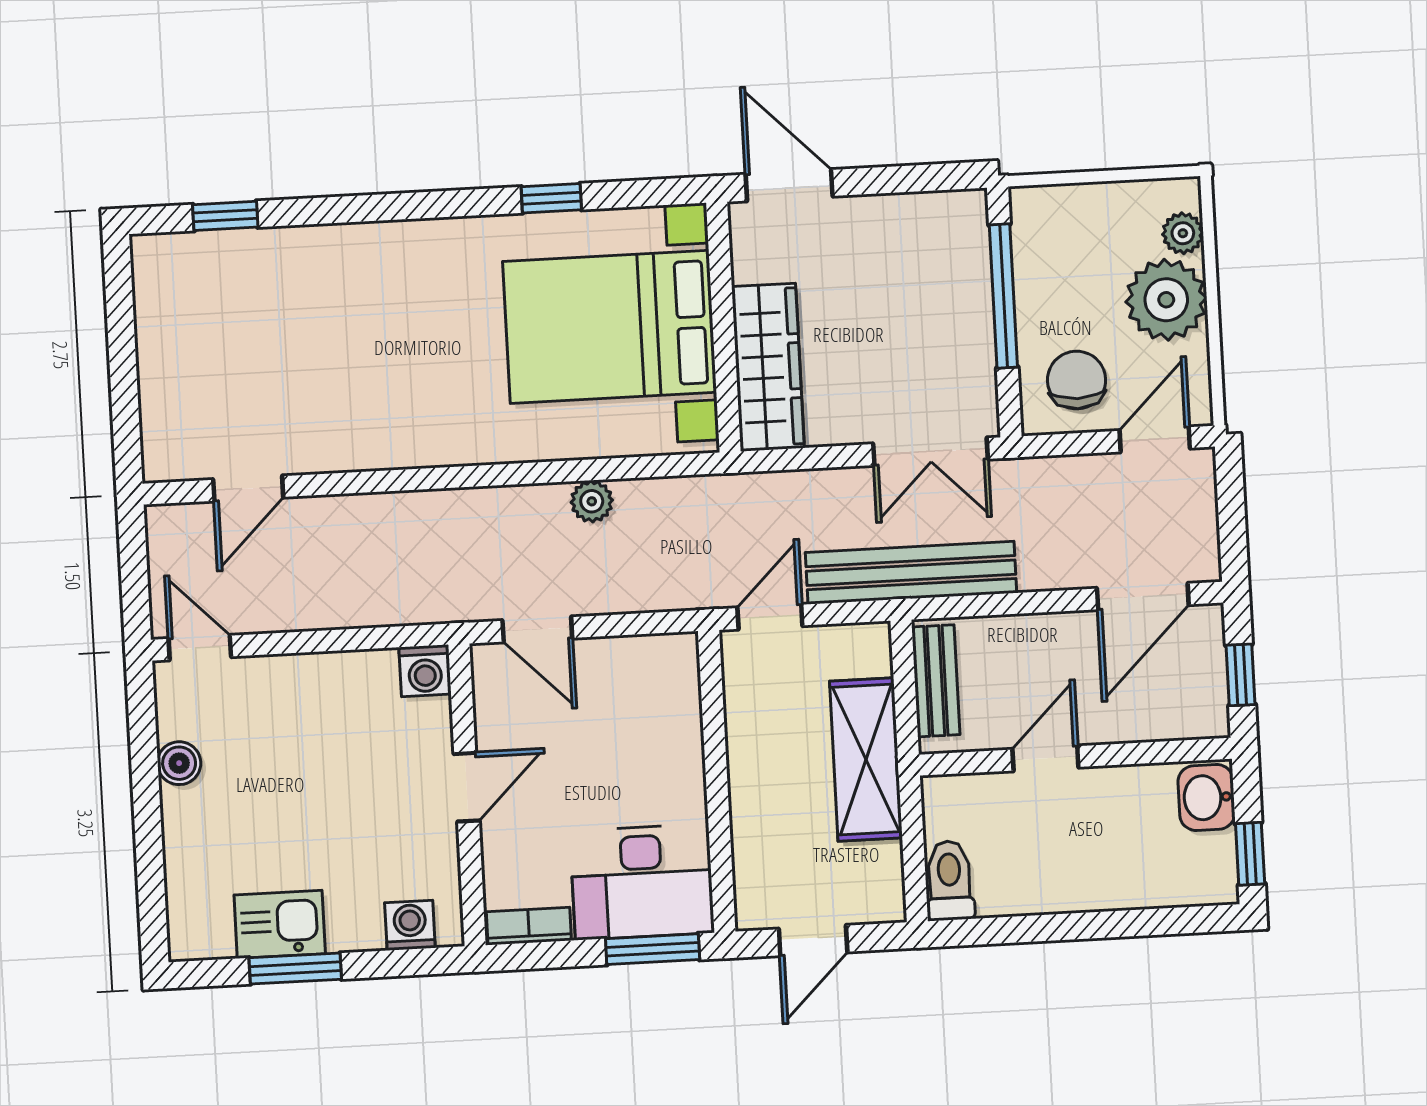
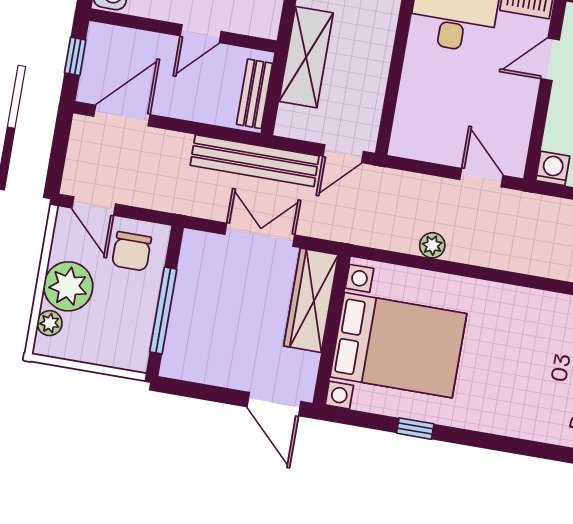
door: (1155, 439) -> (94, 206), hinge flipped
double door: (930, 452) -> (260, 235), moved
door: (467, 787) -> (550, 59), moved

